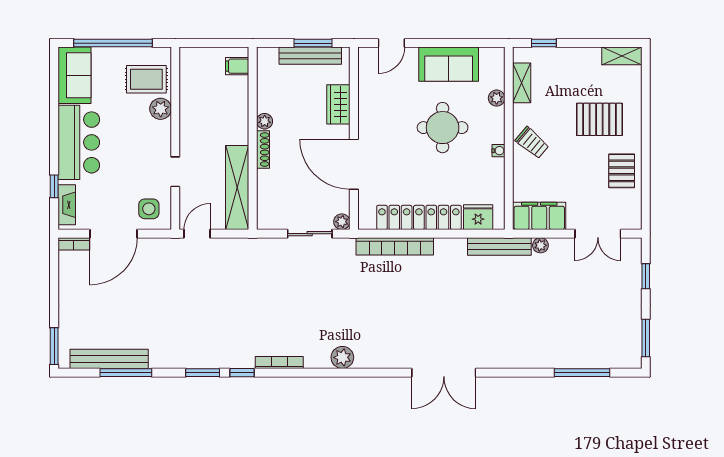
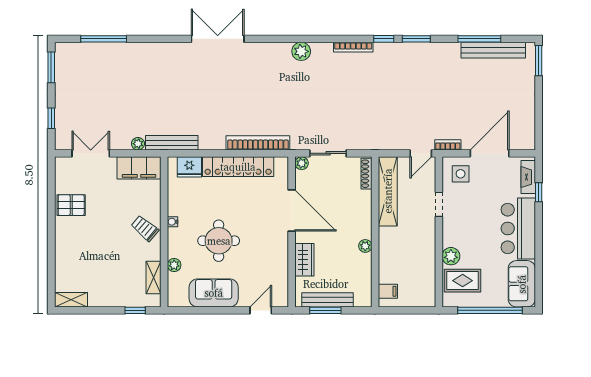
pallet: (599, 119) -> (89, 247), removed
shoe rack: (263, 150) -> (366, 174), moved
pallet: (622, 171) -> (71, 205), turned 90
bookcase: (74, 244) -> (448, 145), moved

